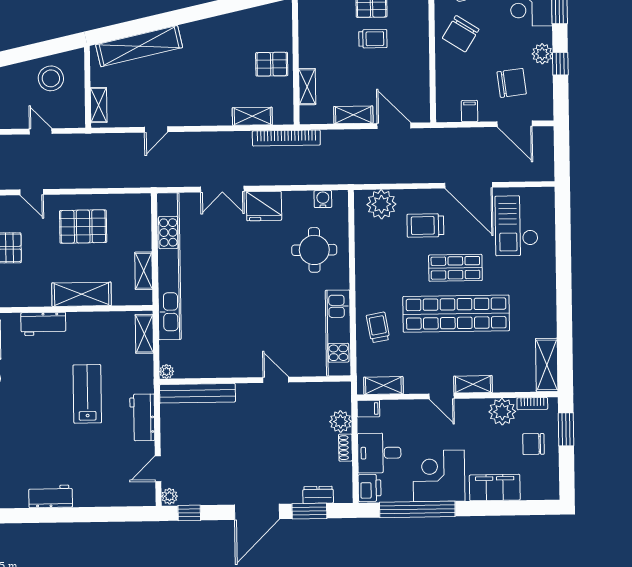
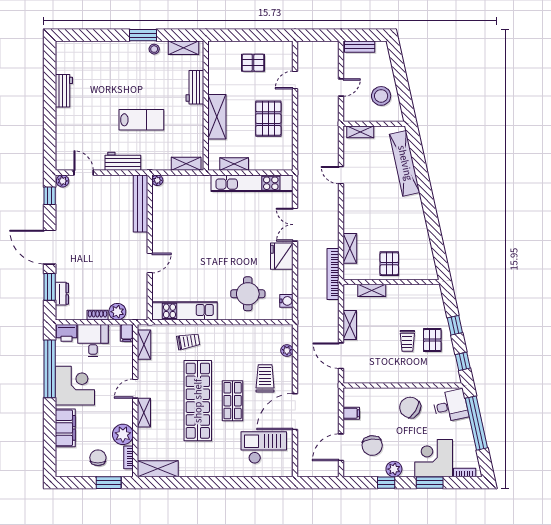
door: (394, 126) -> (341, 356), swing flipped
plant: (381, 204) -> (287, 351), width x0.53, depth x0.53
kitchen unit: (169, 266) -> (252, 183), width x0.73

